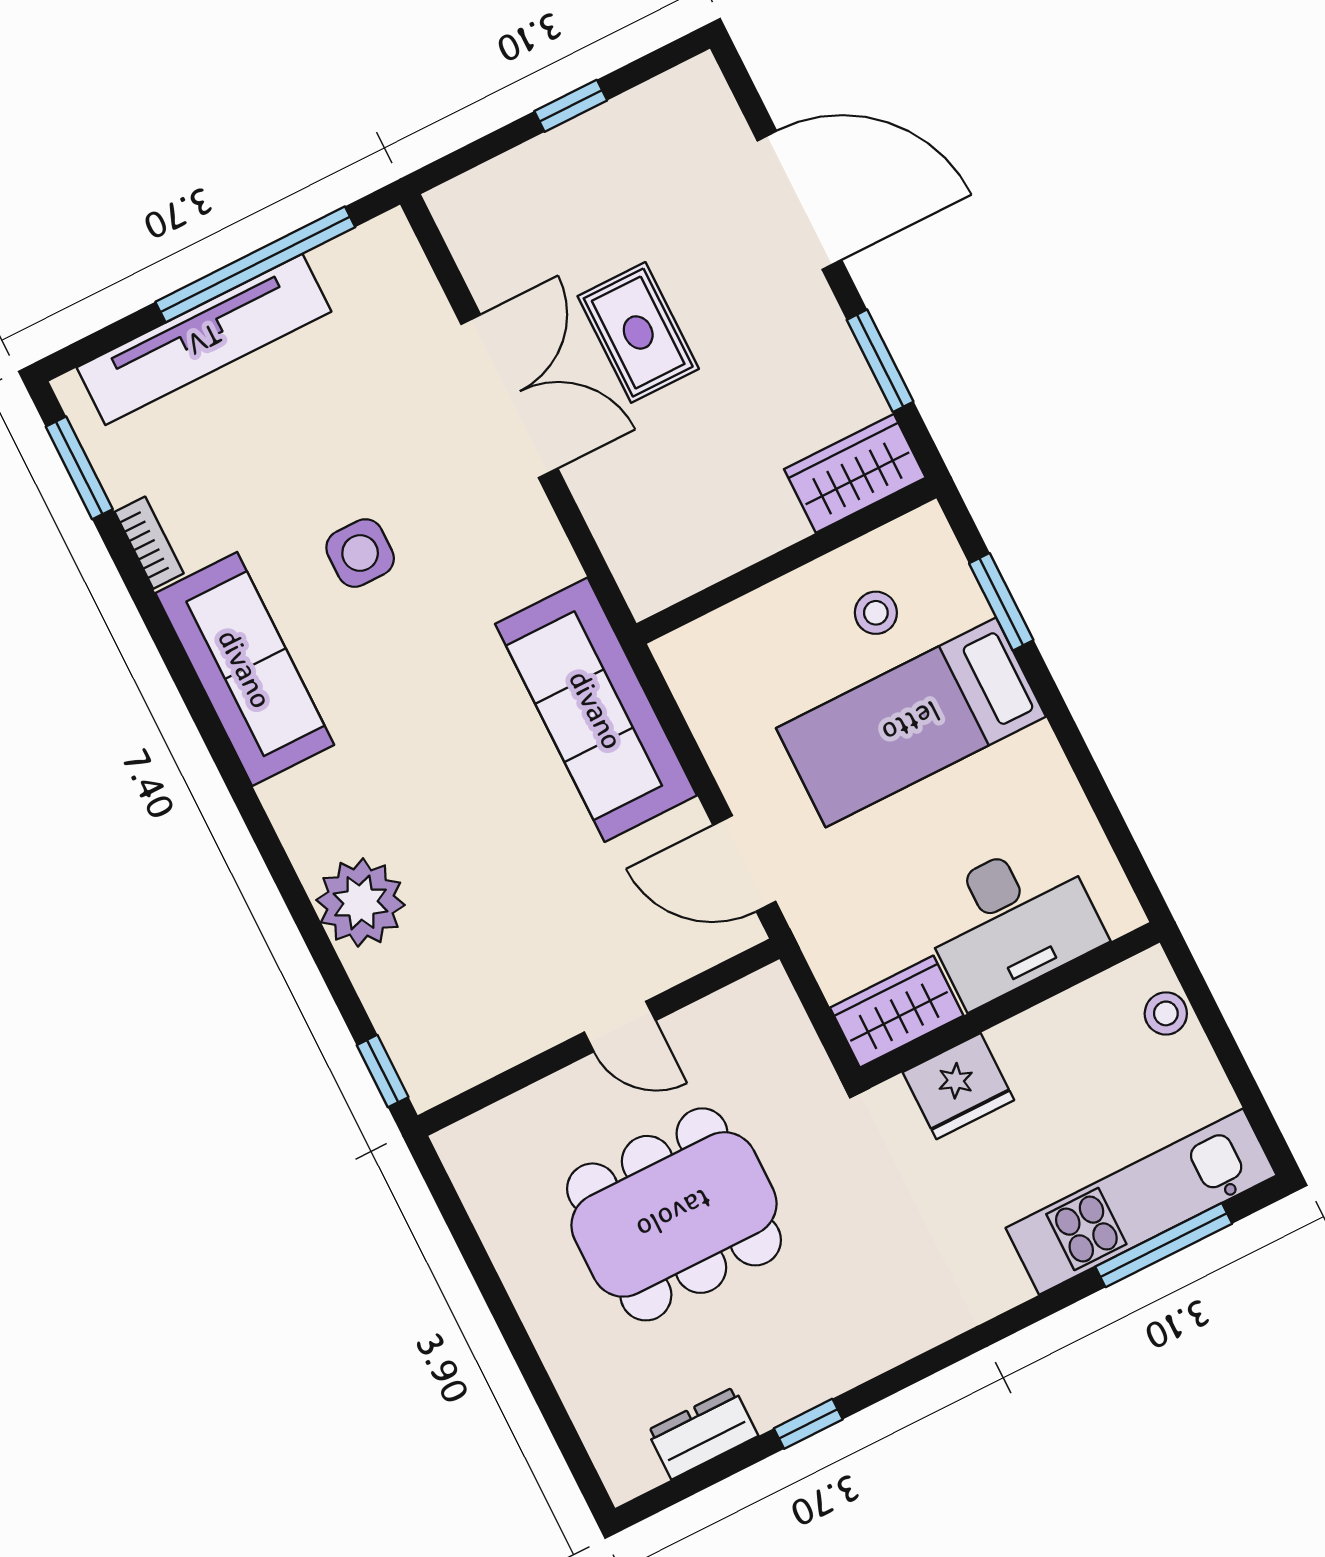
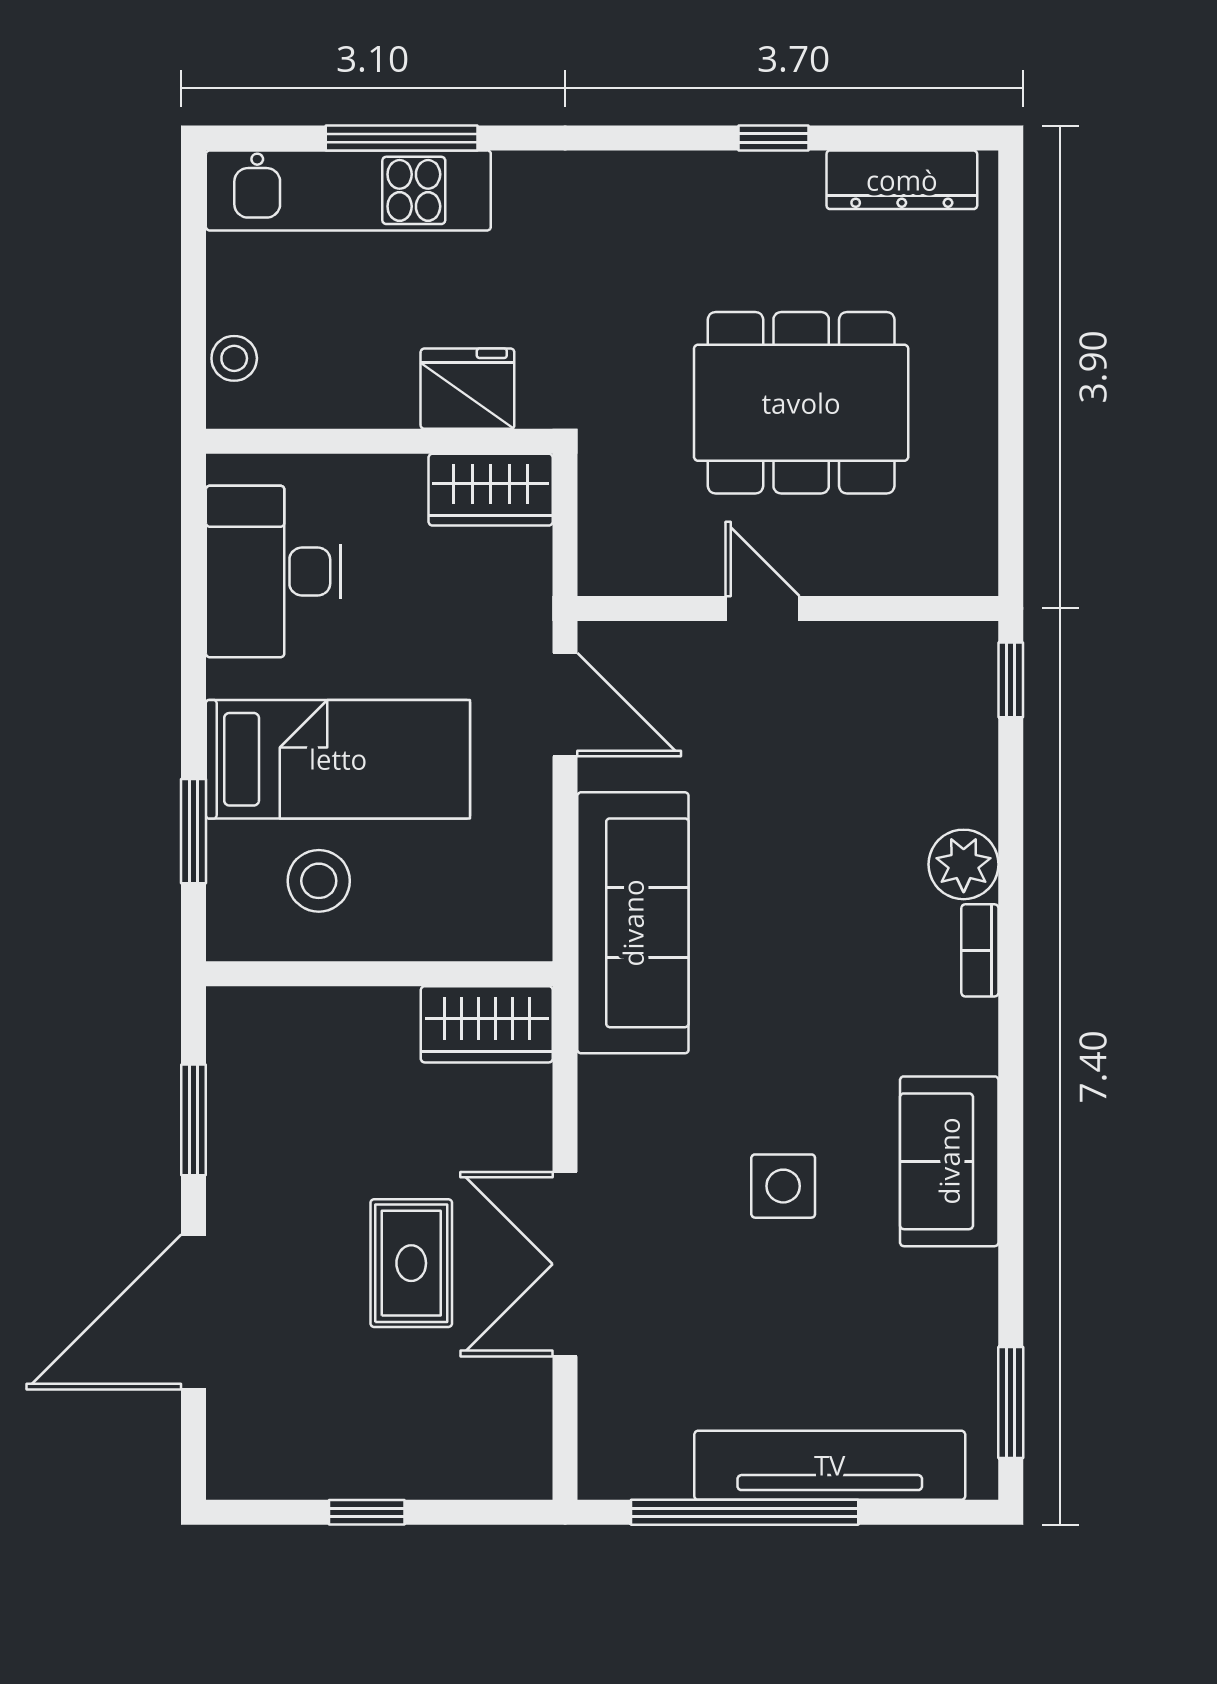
door: (799, 200) -> (194, 1312), hinge flipped
wardrobe: (855, 473) -> (487, 1024), moved
bookcase: (149, 543) -> (980, 950), moved
stool: (876, 613) -> (319, 881), width x1.37, depth x1.37
sofa: (245, 669) -> (949, 1161), width x0.73
plant: (360, 902) -> (964, 864), width x0.73, depth x0.73
desk: (1011, 921) -> (273, 571), moved, turned -90
window: (1164, 1245) -> (402, 138), moved
dresser: (703, 1433) -> (902, 180), width x1.44

